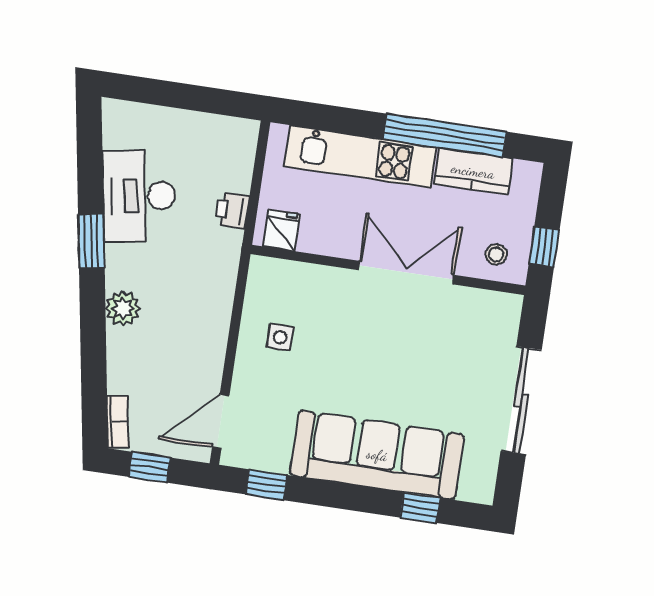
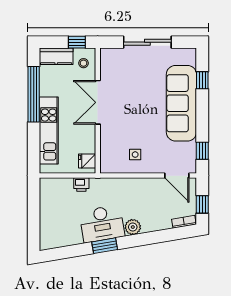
kitchen counter: (473, 171) -> (56, 56), moved, turned 90
desk: (139, 196) -> (102, 224), moved

